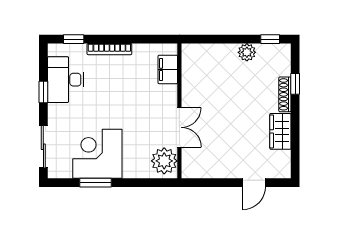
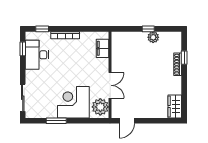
window: (270, 39) -> (148, 29), moved
window: (43, 92) -> (23, 49), moved
wardrobe: (280, 131) -> (175, 106), moved
corner desk: (97, 154) -> (73, 102), moved
door: (254, 183) -> (127, 121), moved

